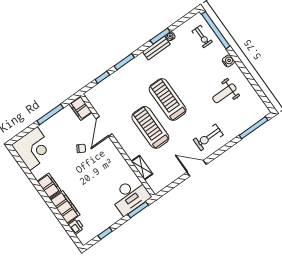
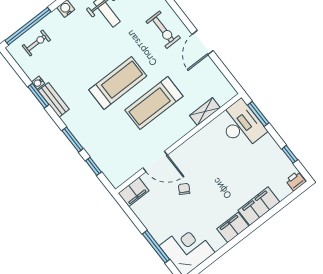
treadmill: (168, 100) -> (118, 83), turned 180
window: (50, 114) -> (156, 247), moved
printer: (76, 227) -> (296, 181), moved

